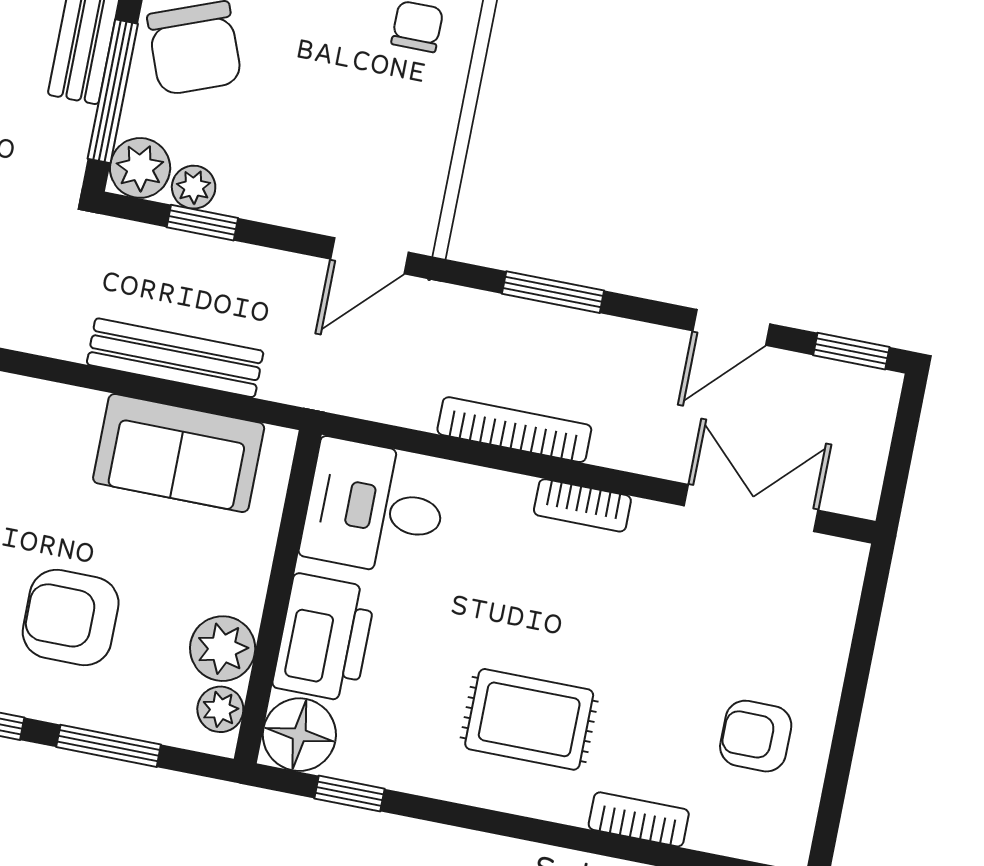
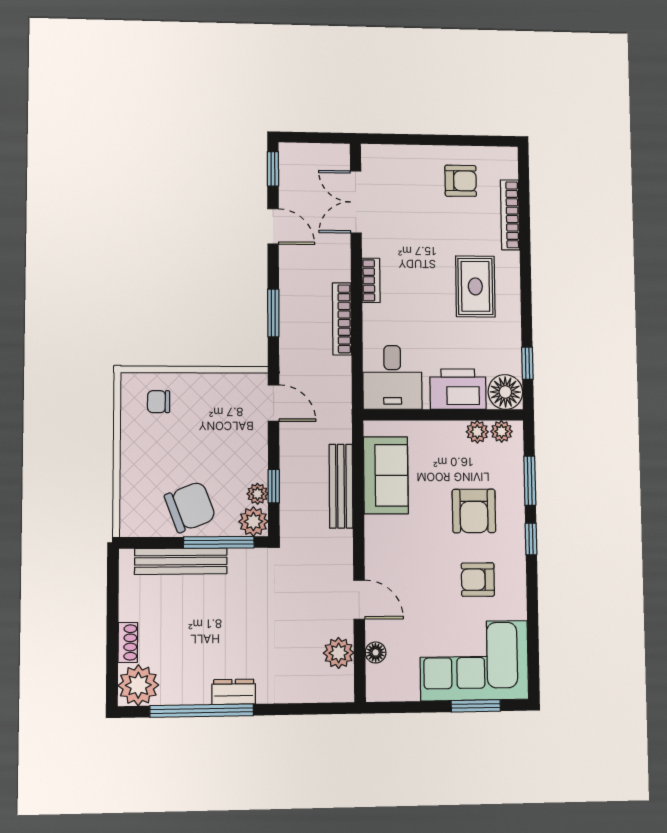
plant: (223, 649) -> (477, 432), width x0.73, depth x0.73
armchair: (756, 736) -> (461, 181), turned -90
bookcase: (639, 819) -> (510, 215), width x1.56

